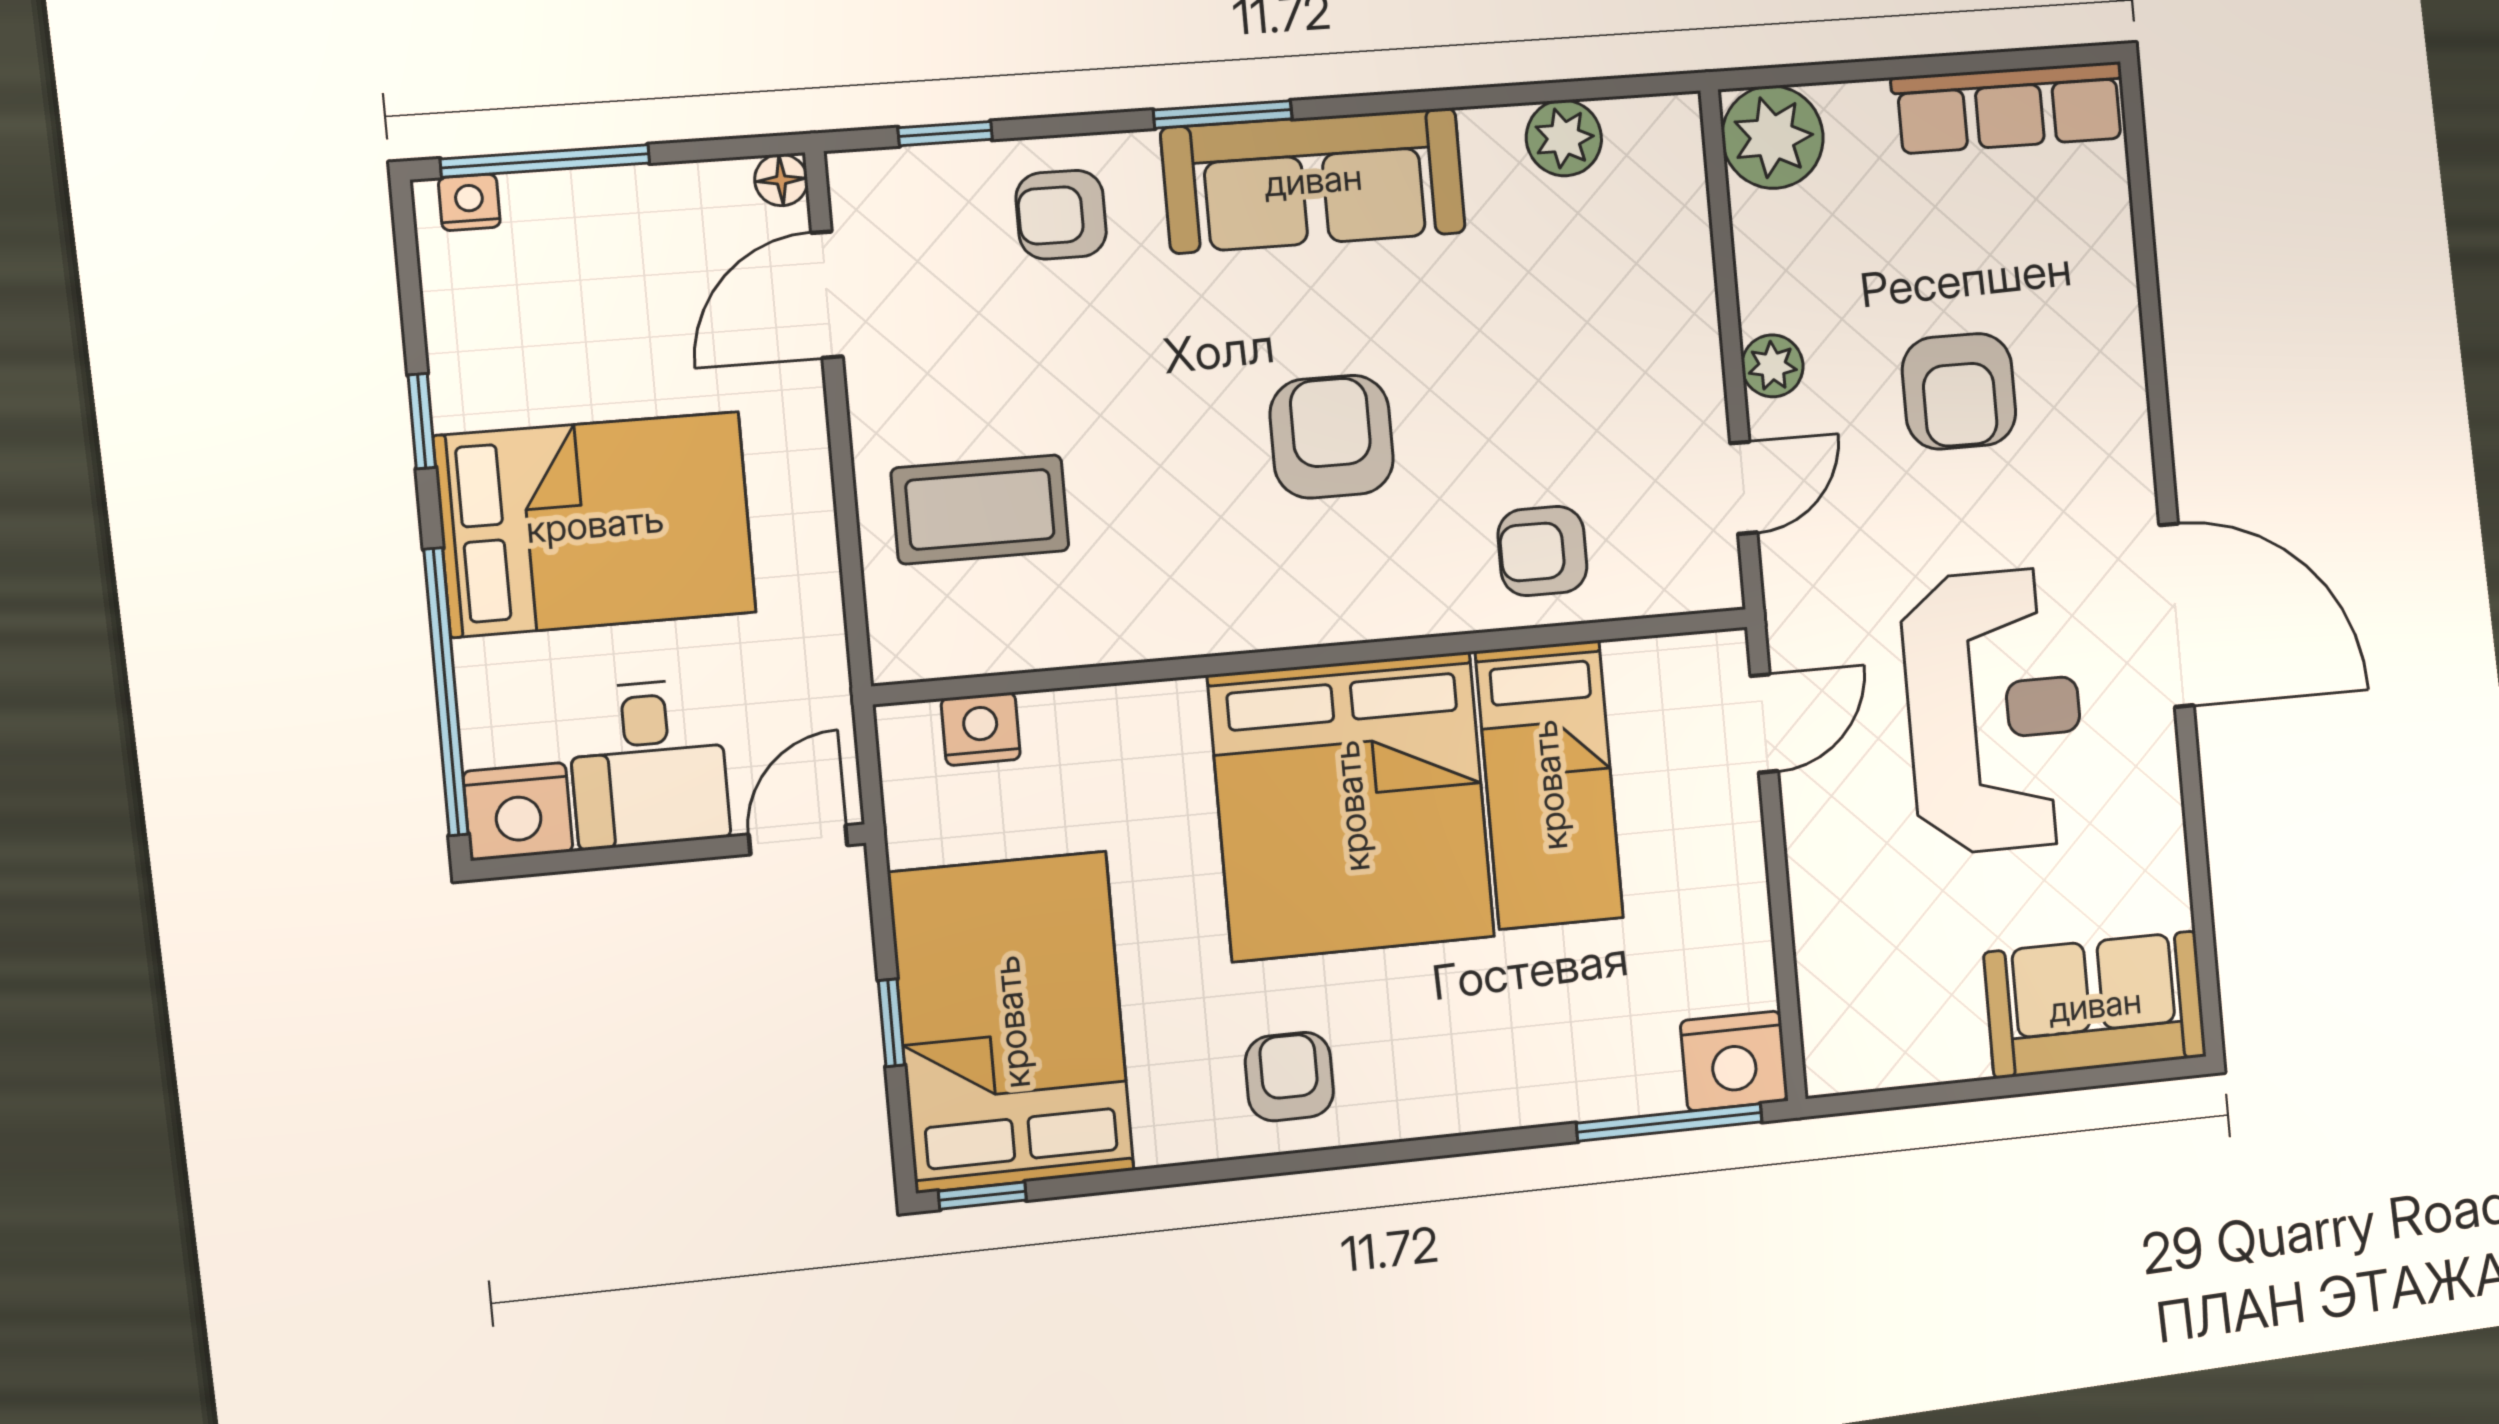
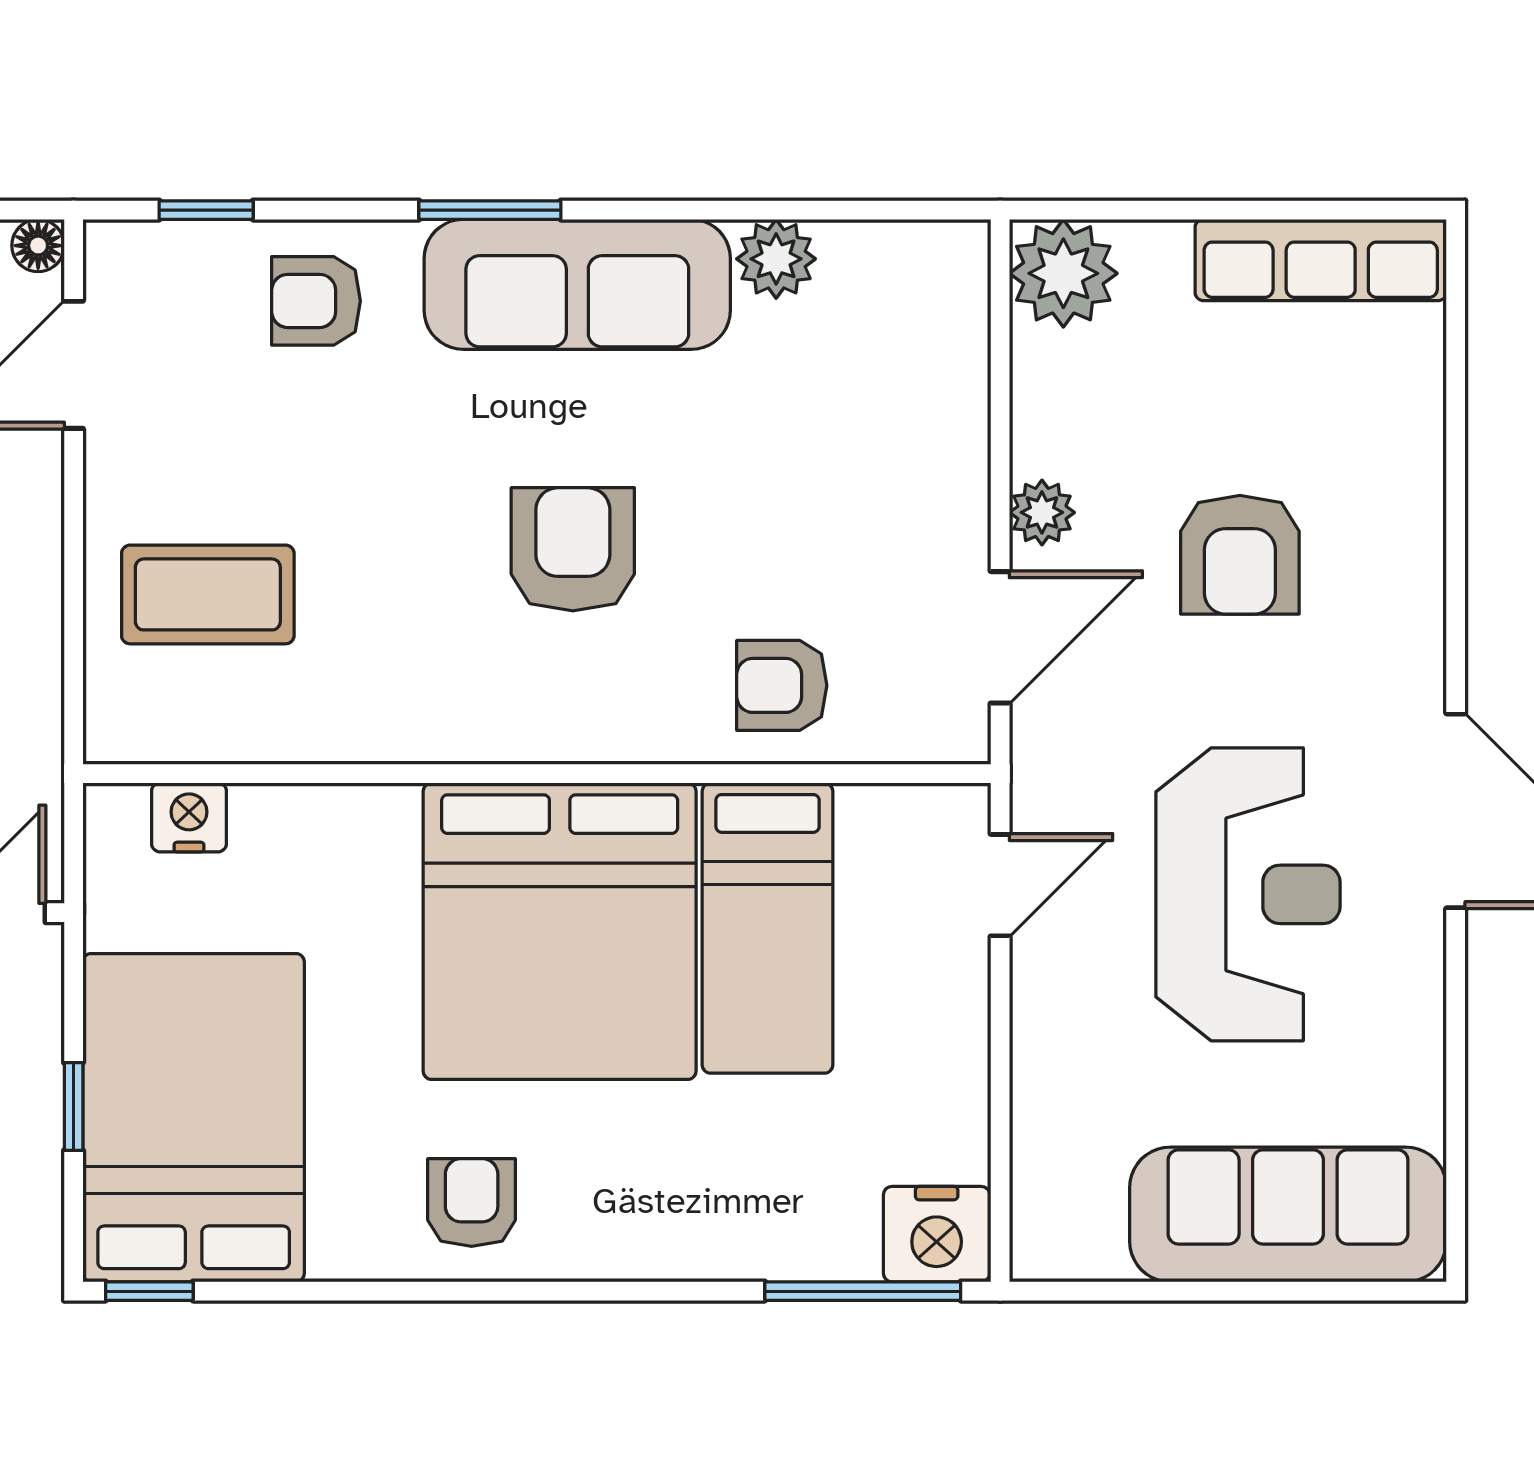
plant: (1564, 138) -> (776, 259), moved
door: (1744, 488) -> (1000, 637), width x1.38
sofa: (2095, 1005) -> (1288, 1214), width x1.36

